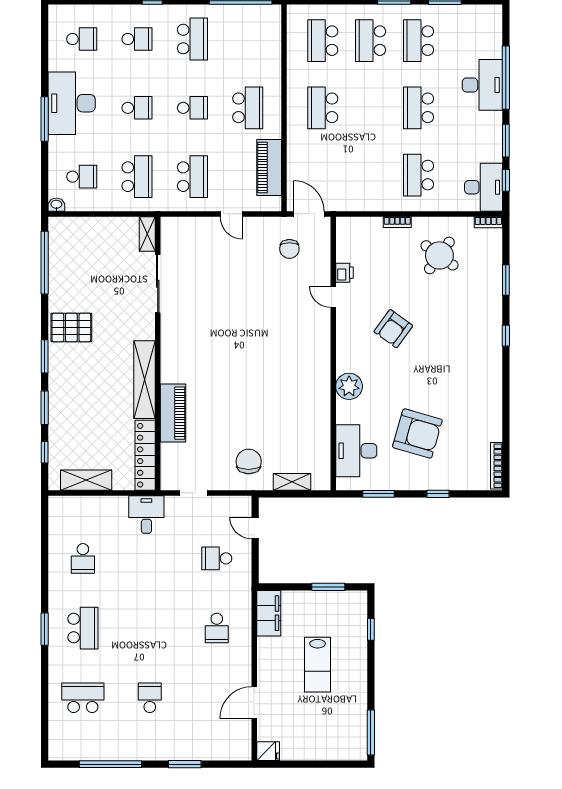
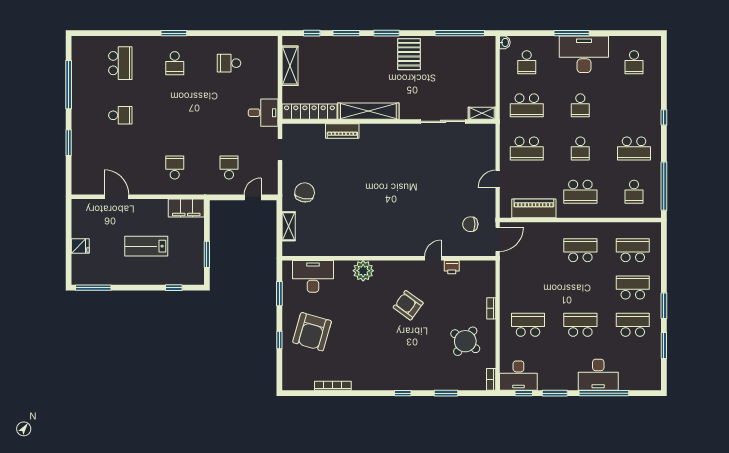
school desk: (137, 39) -> (634, 192), moved
piano: (173, 413) -> (342, 131), width x0.73, depth x0.75
armchair: (417, 433) -> (312, 332), moved
chair: (249, 461) -> (305, 192), turned -79
bookcase: (496, 466) -> (333, 386), moved
school desk: (83, 628) -> (175, 63), width x0.54
school desk: (217, 628) -> (175, 168), turned 90
fridge: (268, 751) -> (80, 246), moved, turned -90

